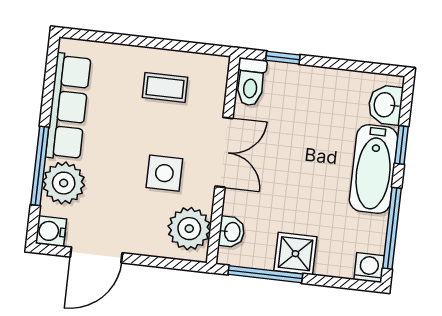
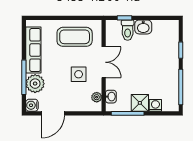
toilet: (251, 82) -> (128, 30), moved
coffee table: (165, 87) -> (75, 37), width x1.86, depth x1.72
washbasin: (385, 105) -> (143, 27), moved, turned -90
bathtub: (374, 169) -> (170, 62), removed
plant: (189, 229) -> (97, 97), width x0.53, depth x0.53
washing machine: (369, 268) -> (155, 105), moved

